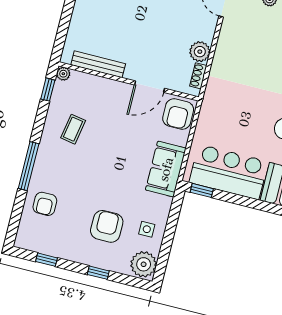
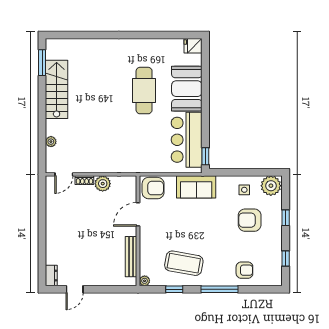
shoe rack: (198, 76) -> (84, 180), moved
door: (150, 87) -> (138, 214), swing flipped
window: (48, 90) -> (174, 289), moved
coffee table: (73, 129) -> (184, 263), width x1.86, depth x1.72

